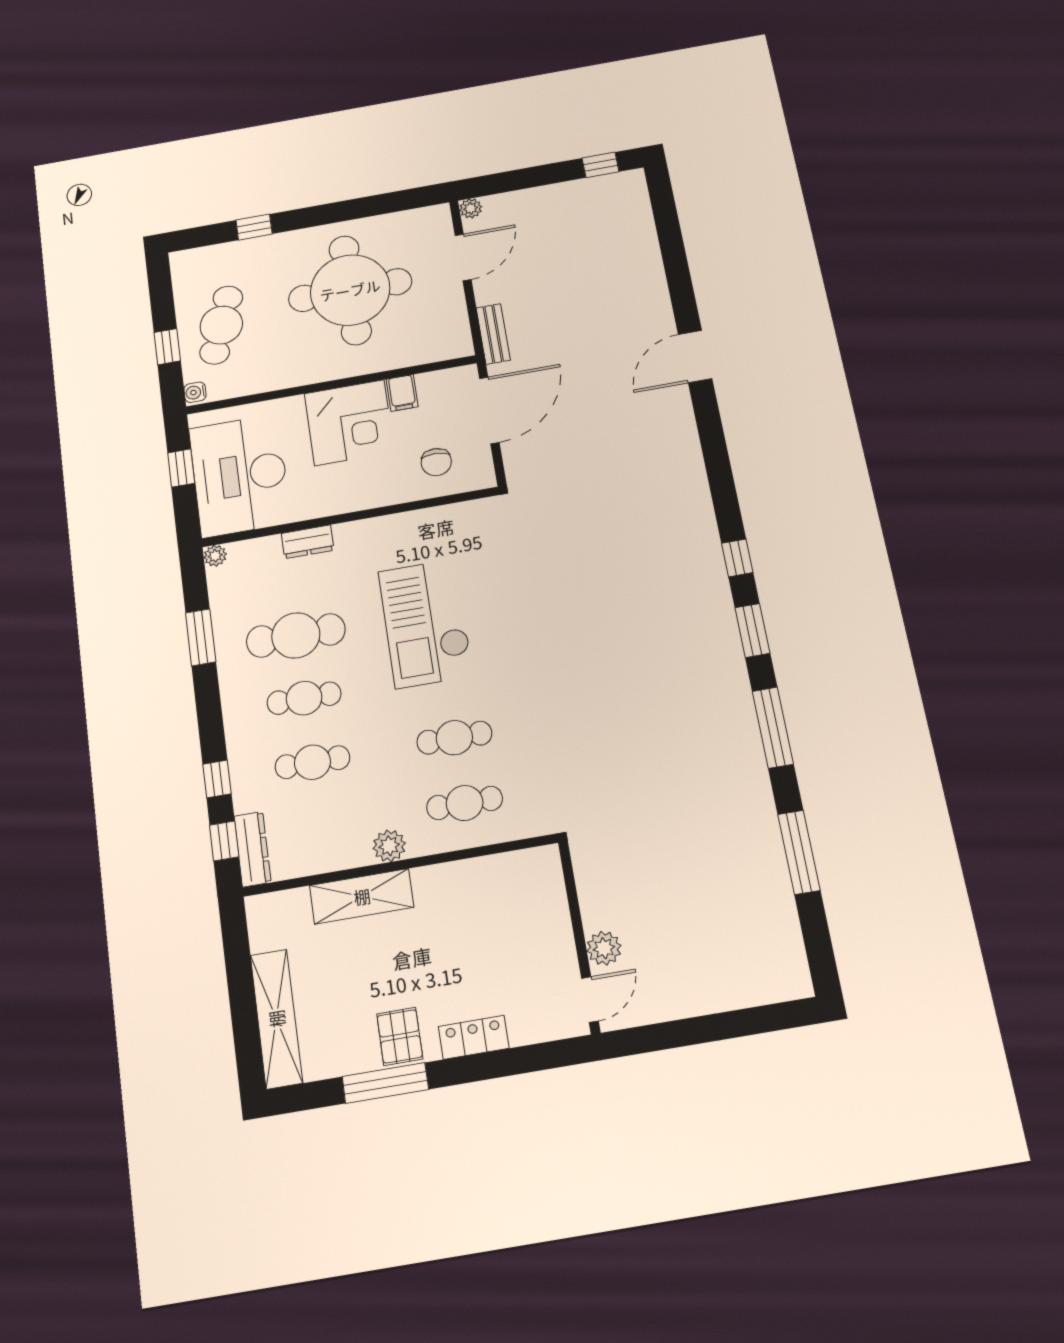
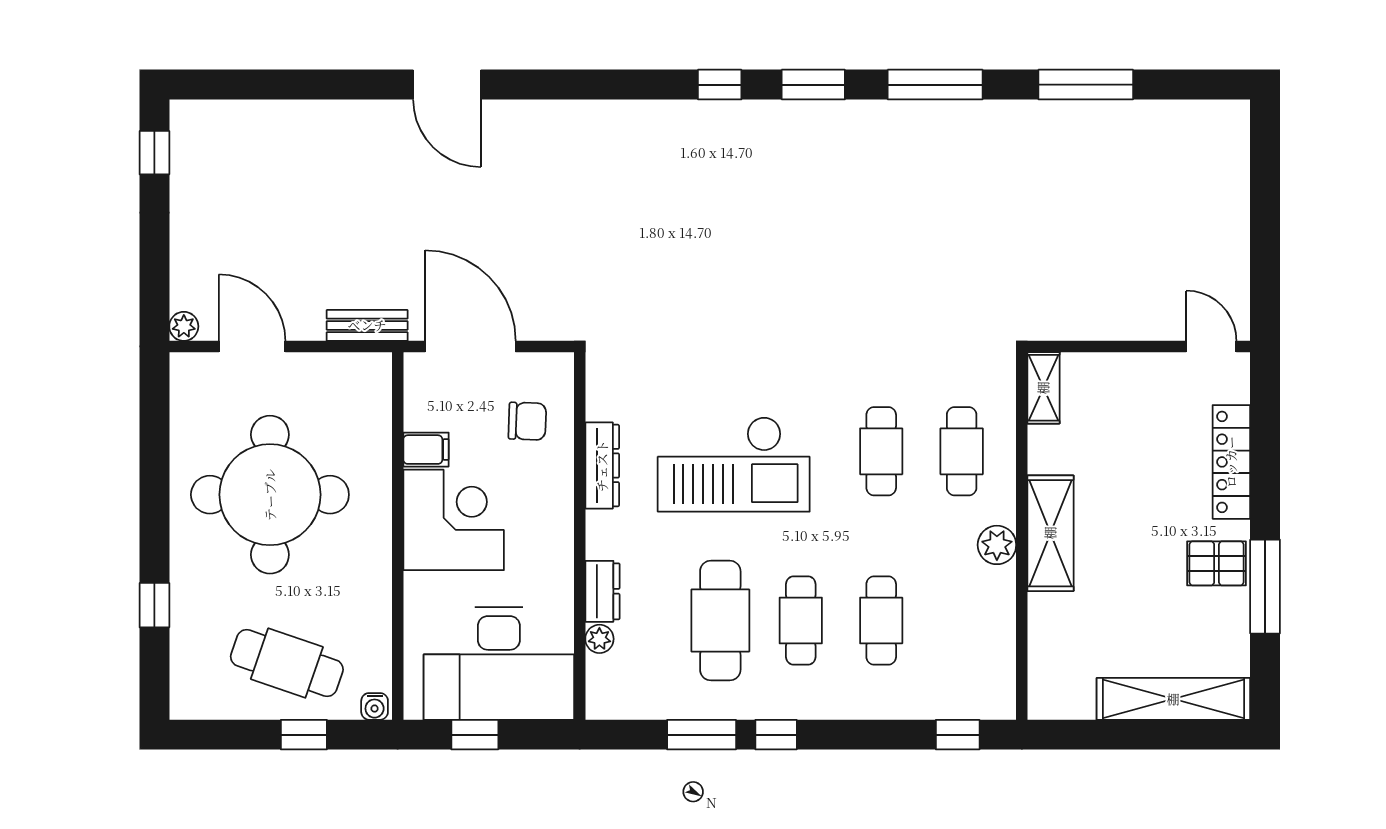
plant: (215, 556) -> (599, 639), moved
window: (217, 779) -> (776, 735), moved
dresser: (252, 849) -> (602, 466), moved, turned 90
shelving: (530, 862) -> (1043, 388), added
shelving: (362, 896) -> (1050, 533), moved
plant: (604, 948) -> (1157, 321), removed
locker: (474, 1037) -> (1231, 462), width x1.53

